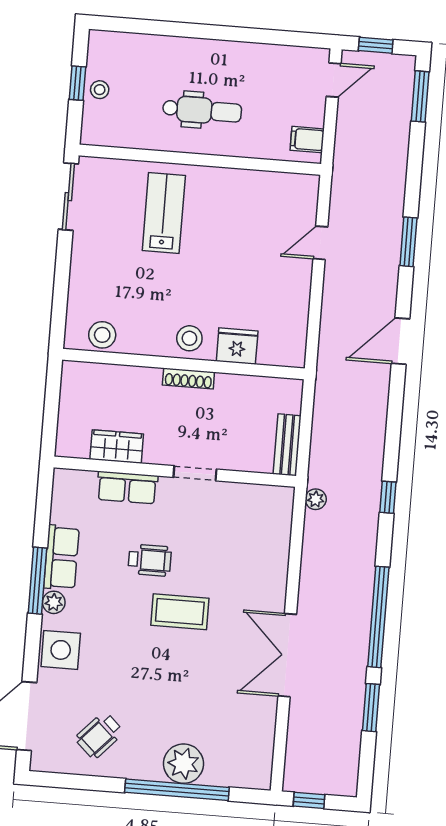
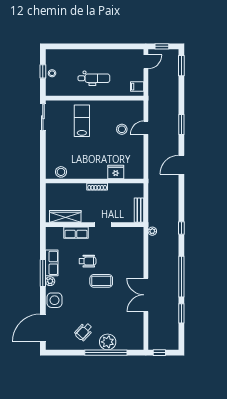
stool: (189, 338) -> (122, 129), moved
wardrobe: (117, 447) -> (65, 216), width x1.50
wheelchair: (99, 735) -> (84, 332), moved

